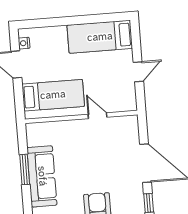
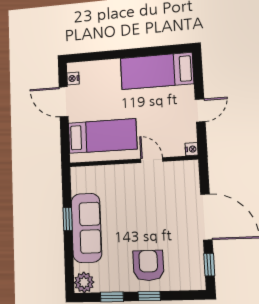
nightstand: (132, 106) -> (192, 149), added
window: (25, 169) -> (68, 219), width x0.67

